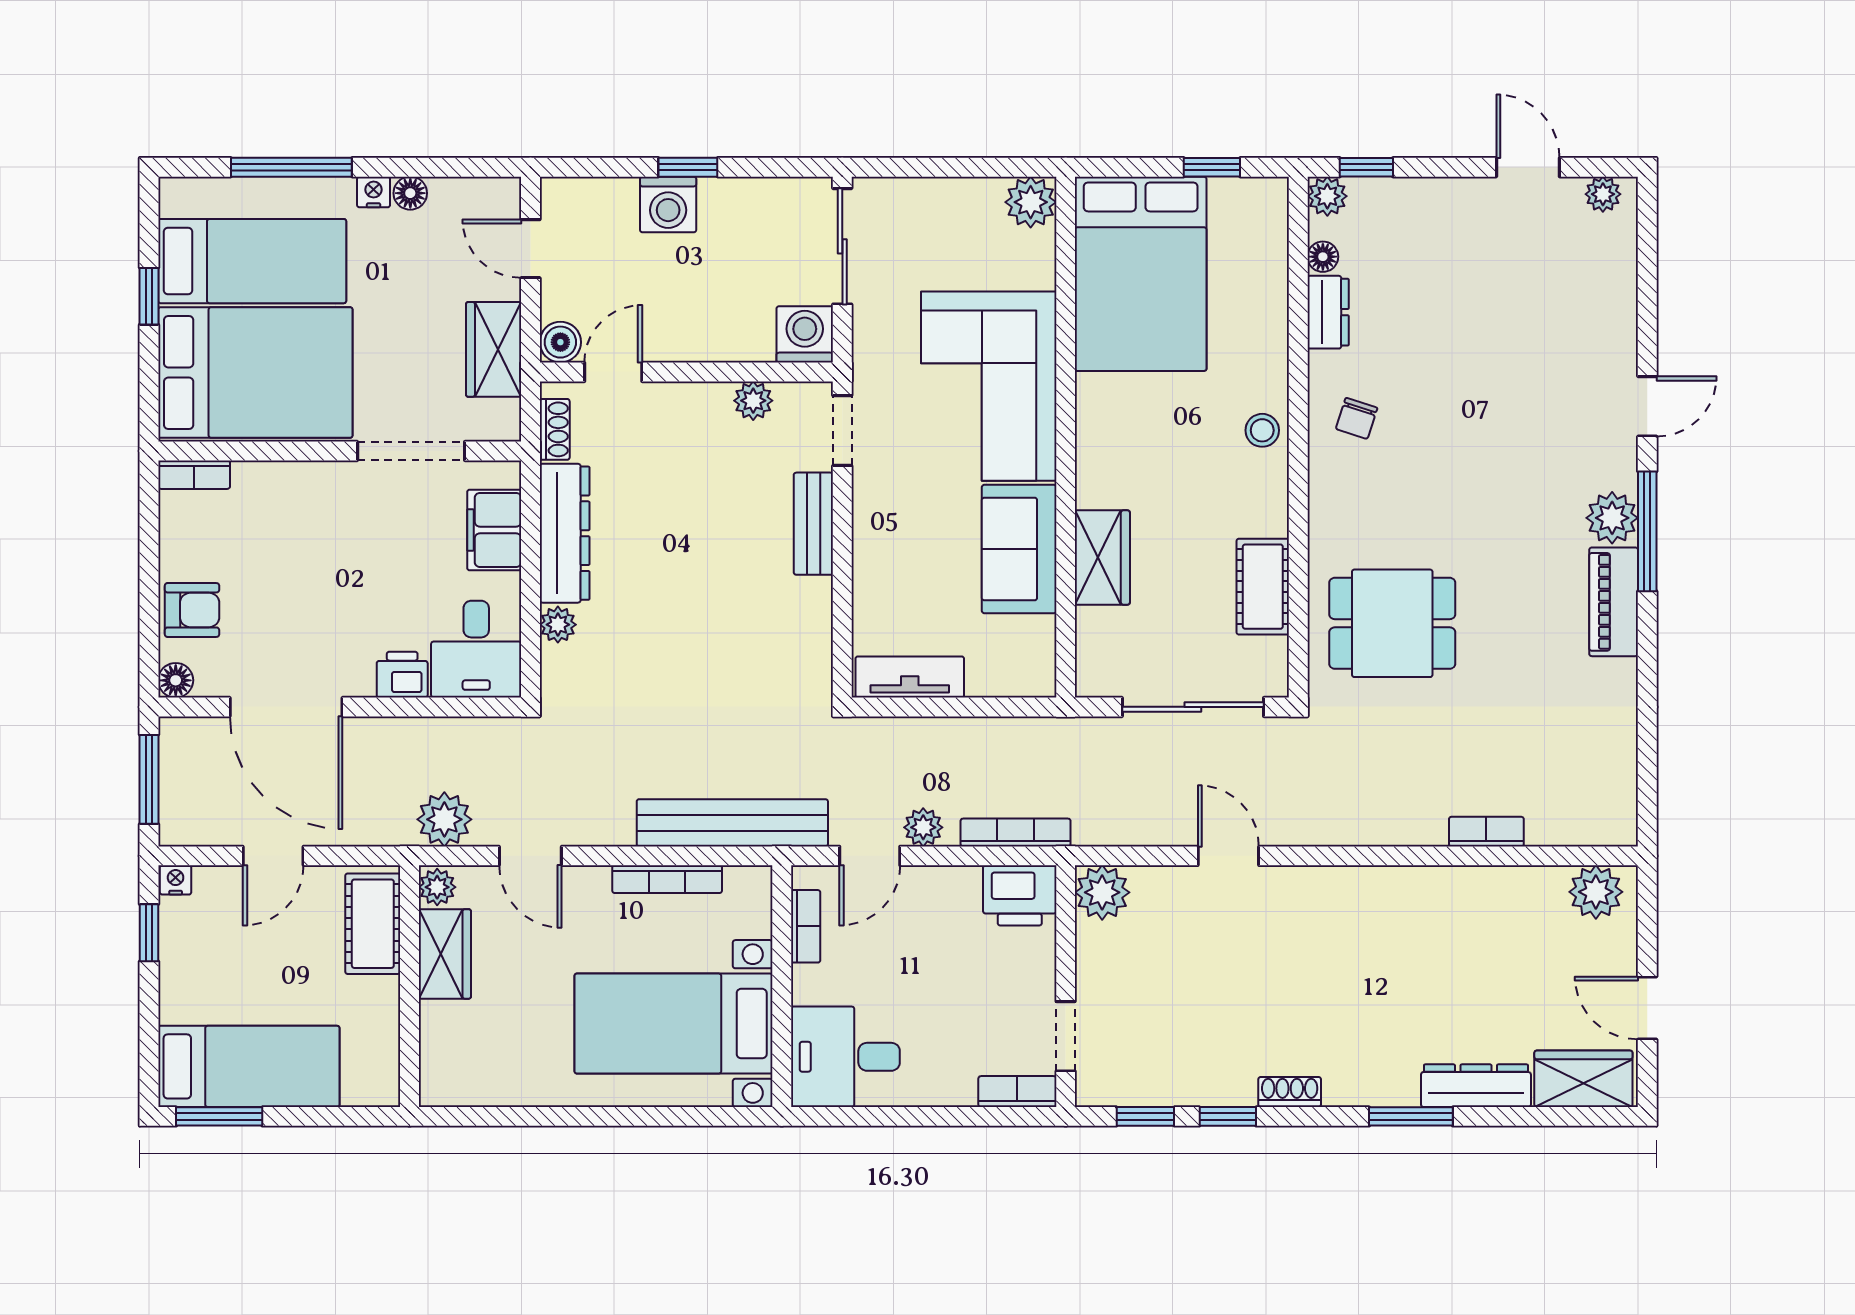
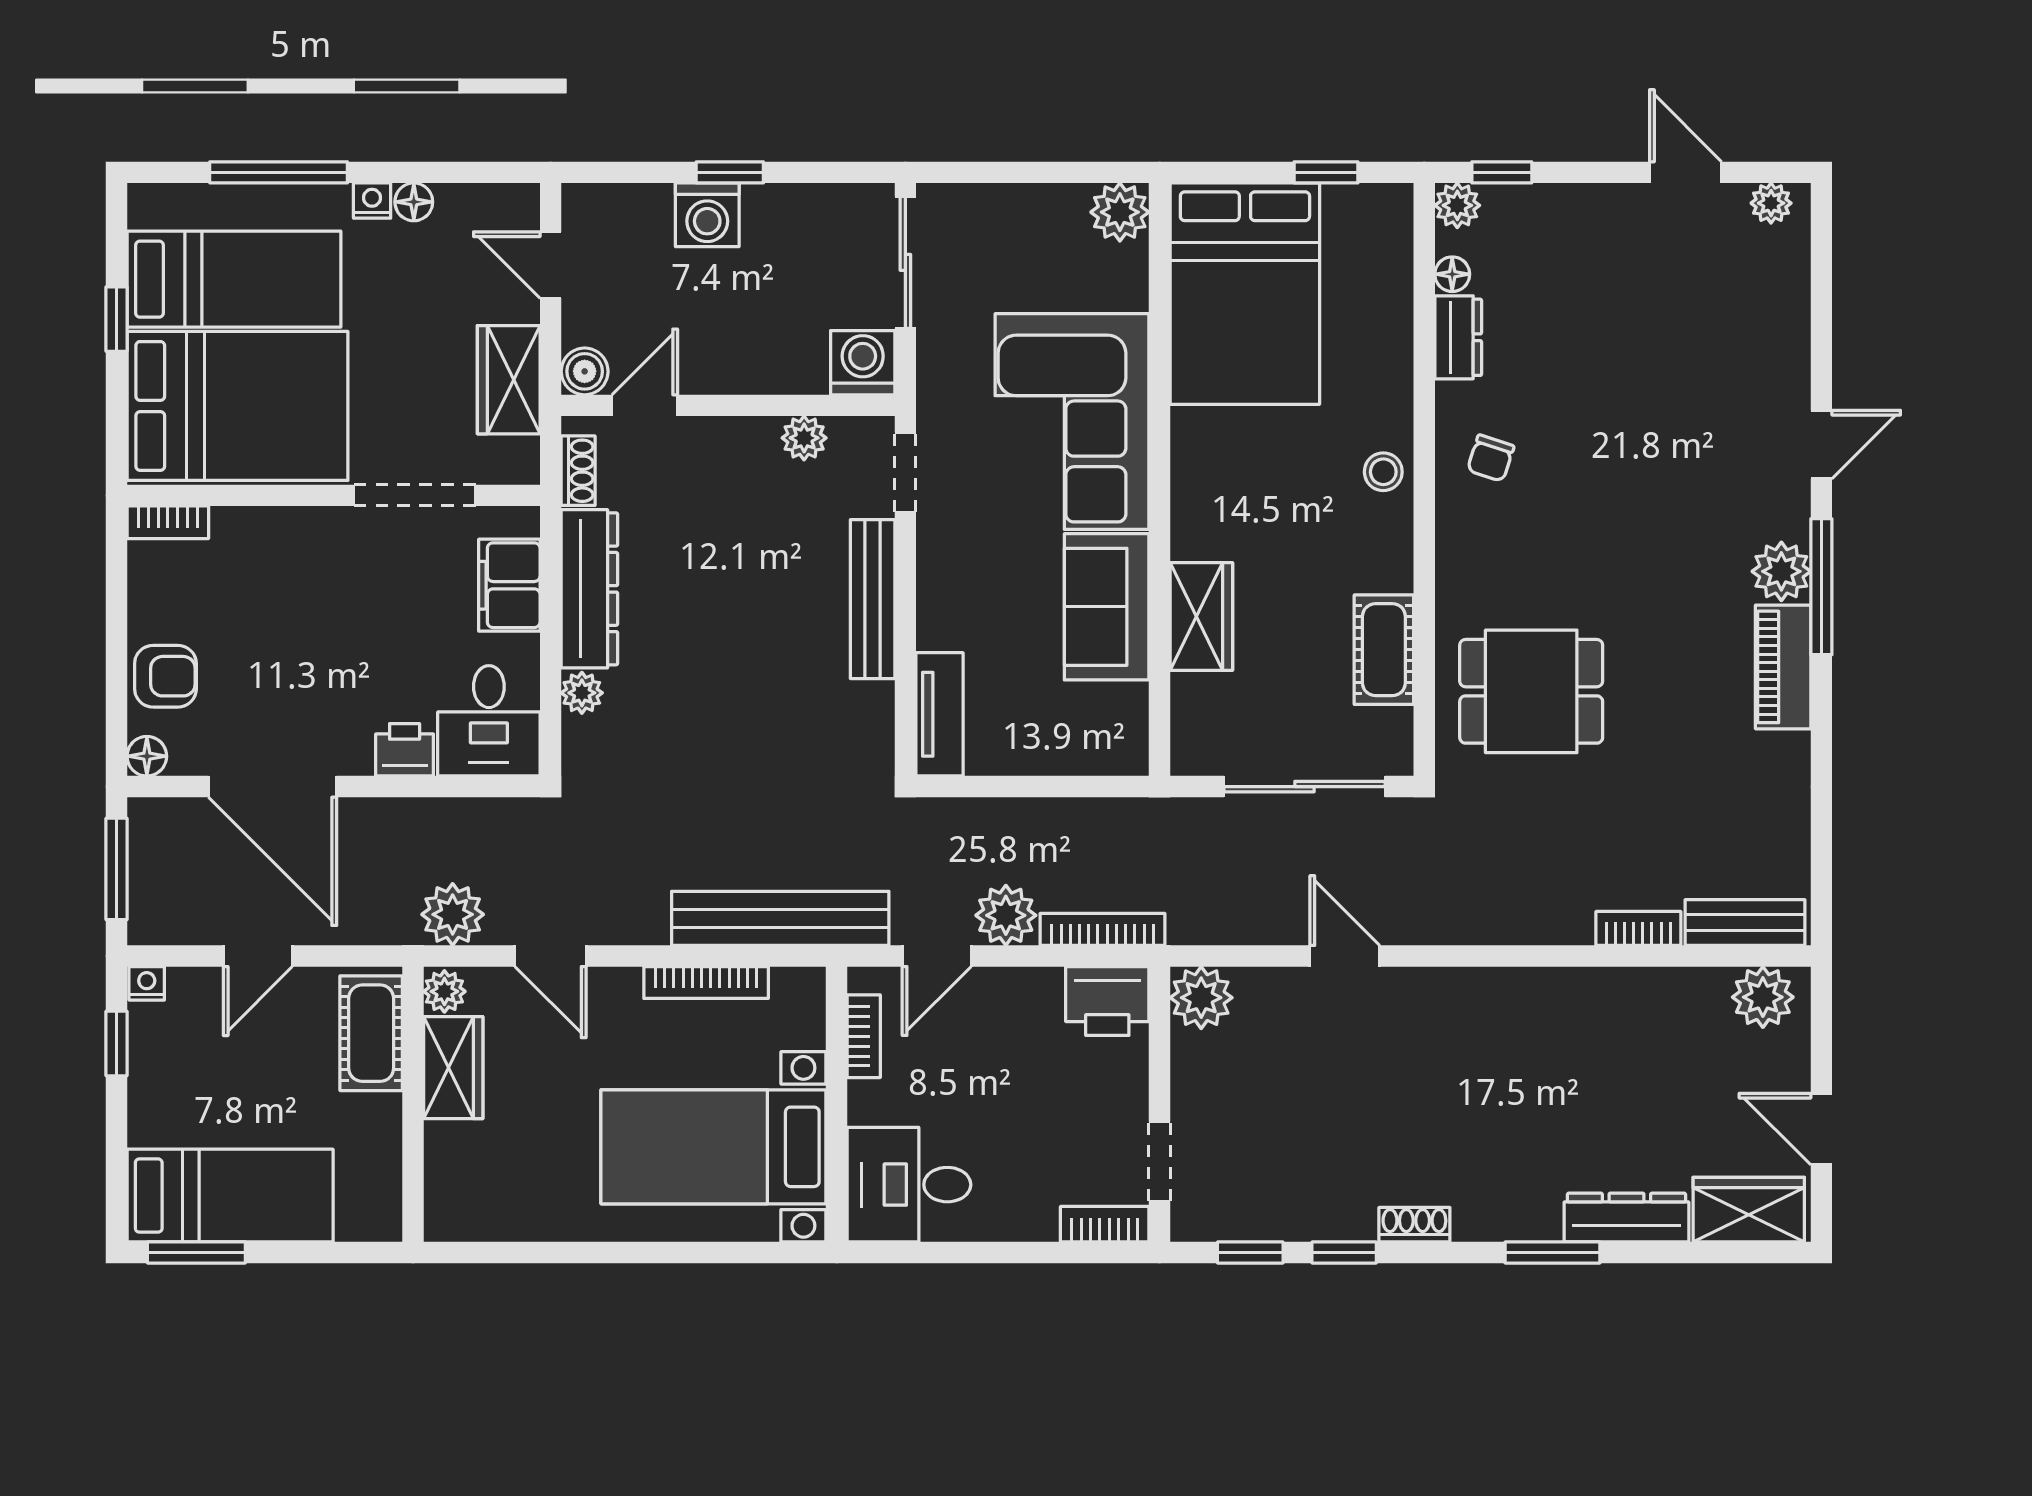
bench: (813, 524) -> (873, 599), width x1.36
tv unit: (910, 677) -> (940, 714), moved, turned 90
bench: (1580, 826) -> (1745, 923), added
plant: (923, 827) -> (1006, 915), width x1.38, depth x1.38

